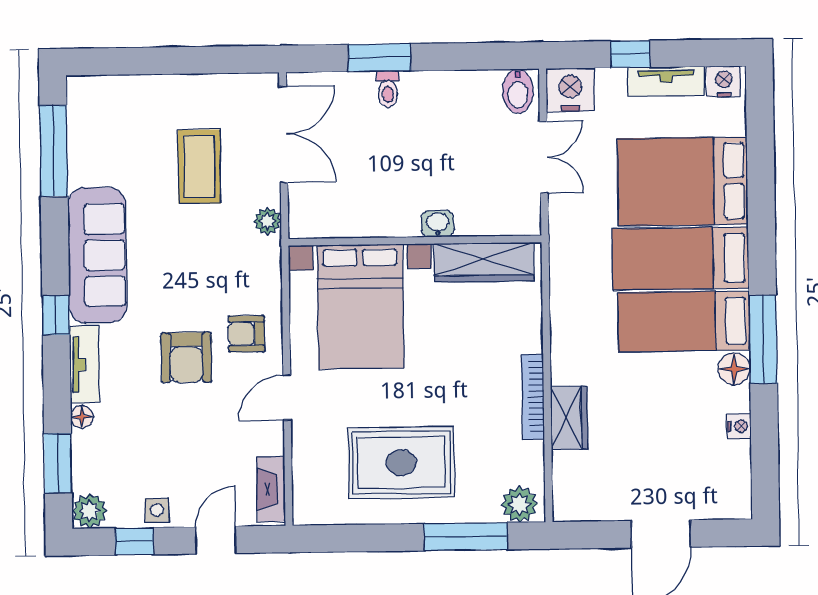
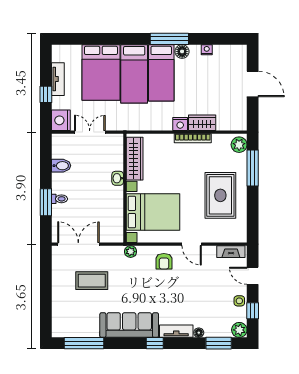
nightstand: (724, 82) -> (180, 124), moved, turned -90
bidet: (518, 91) -> (61, 166), moved
plant: (267, 221) -> (131, 252), moved
armchair: (186, 358) -> (174, 287), removed

